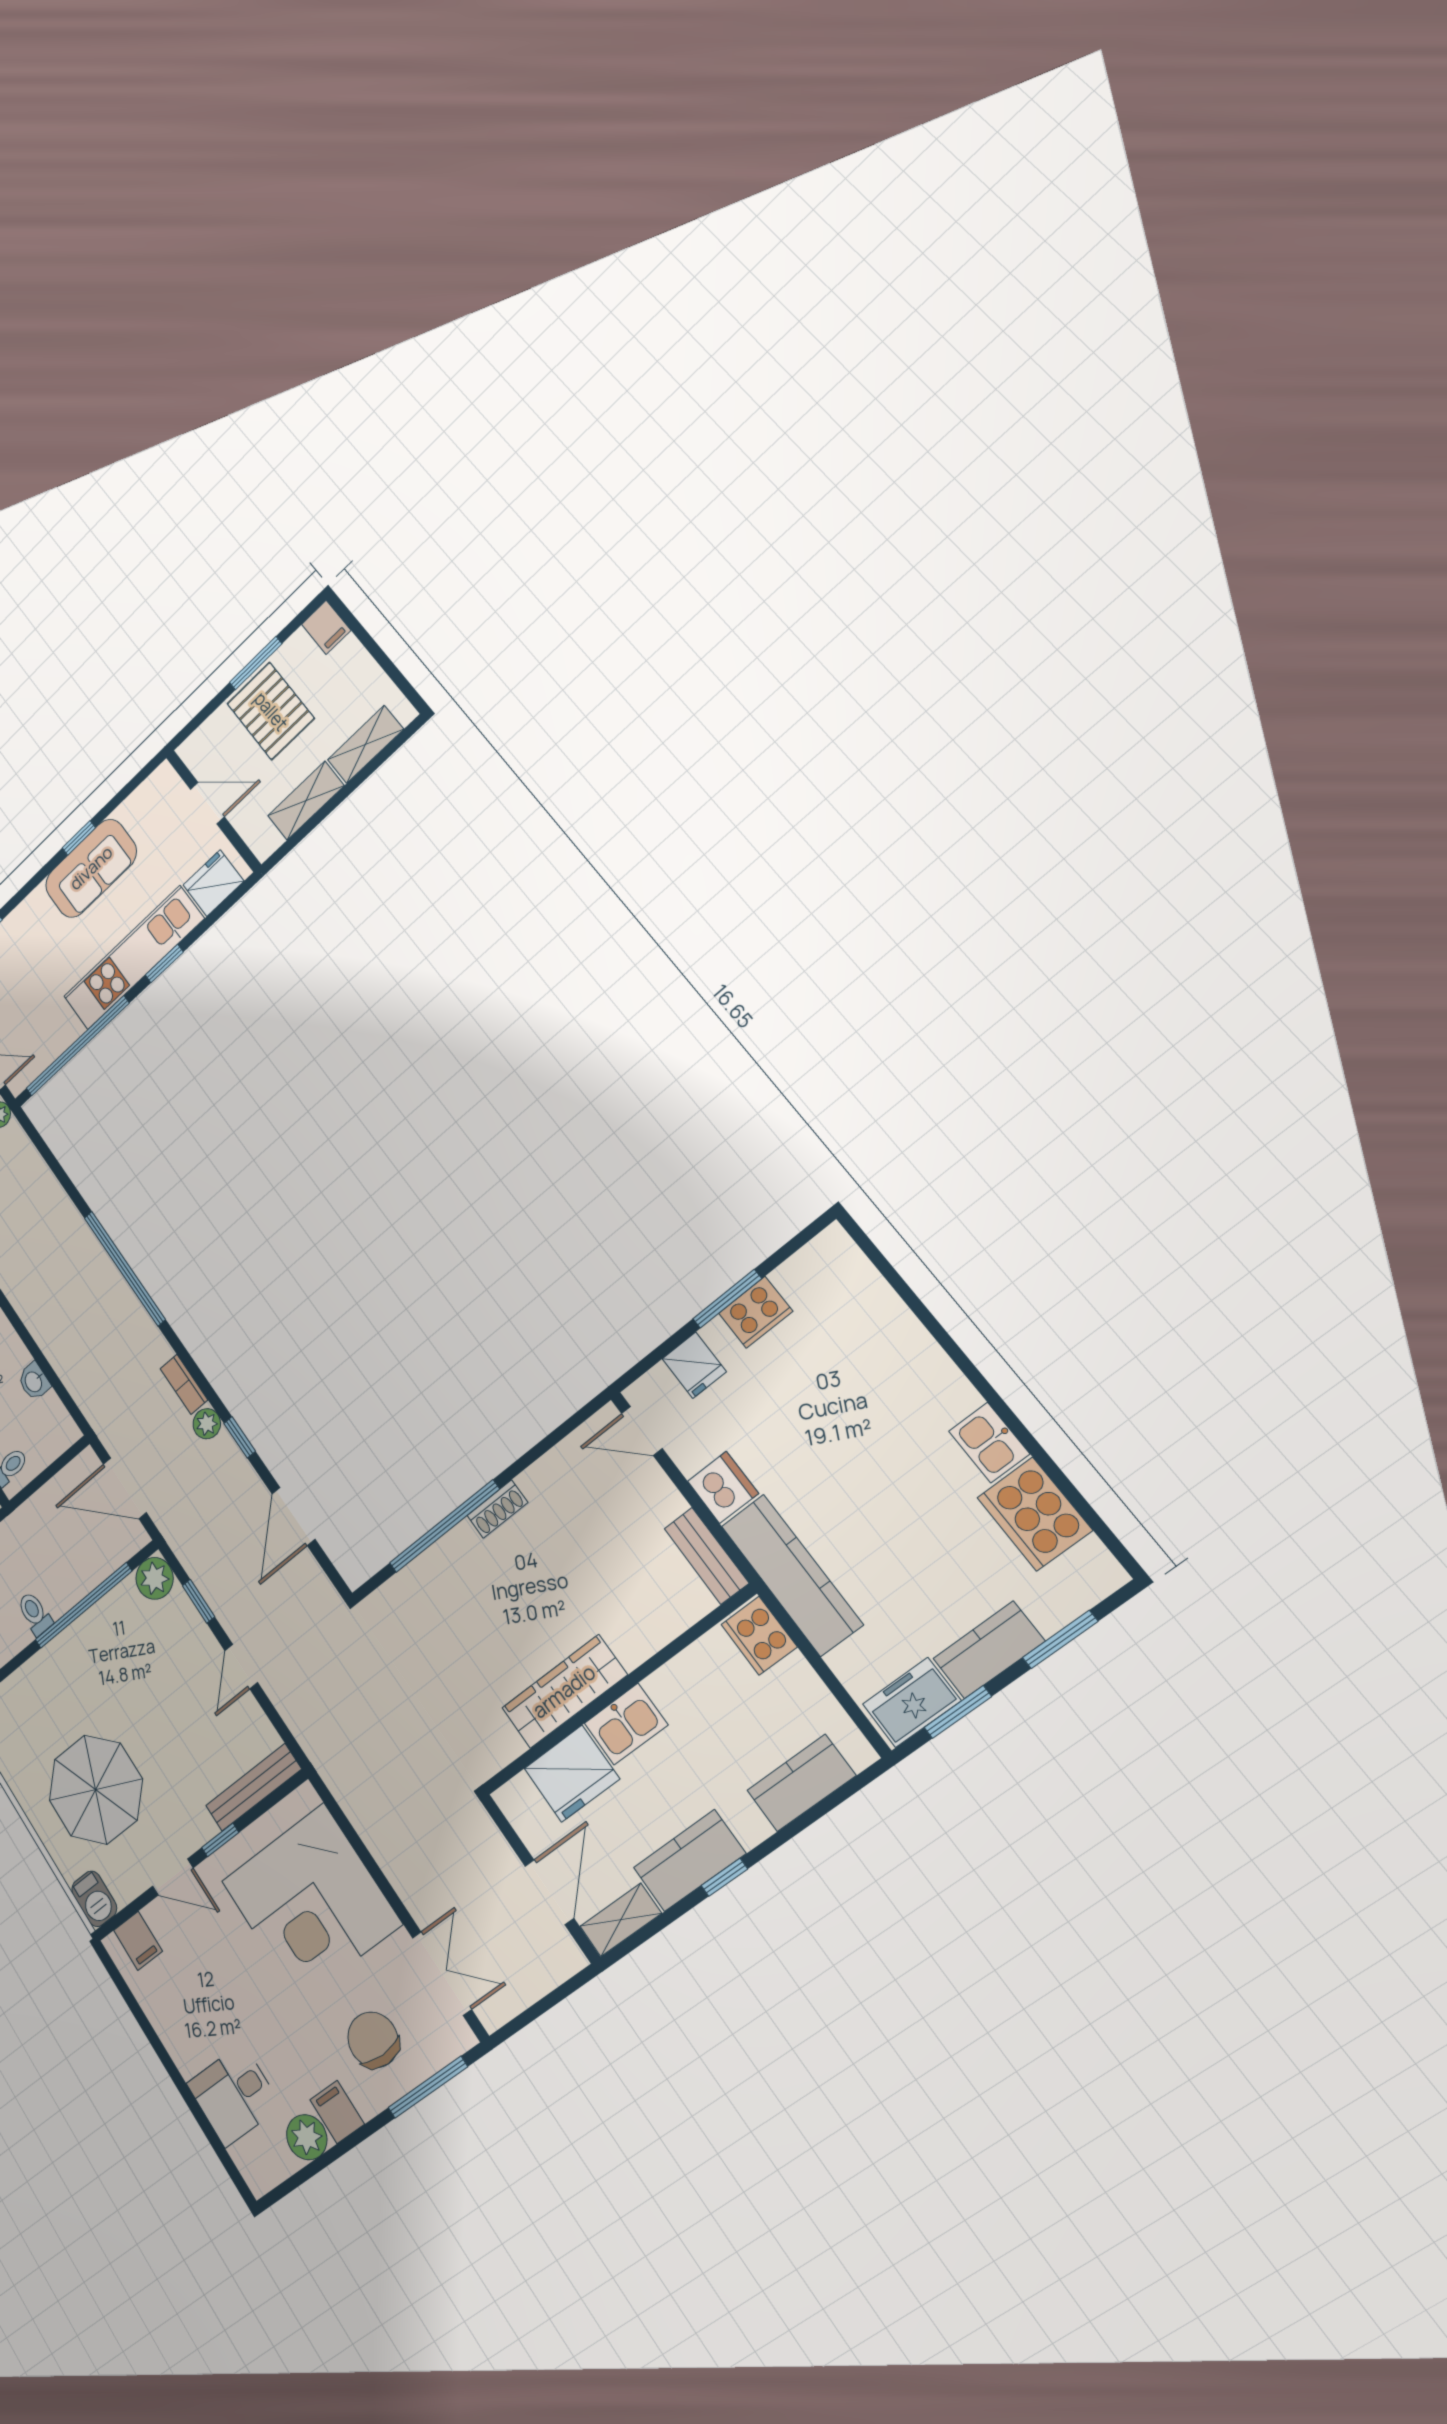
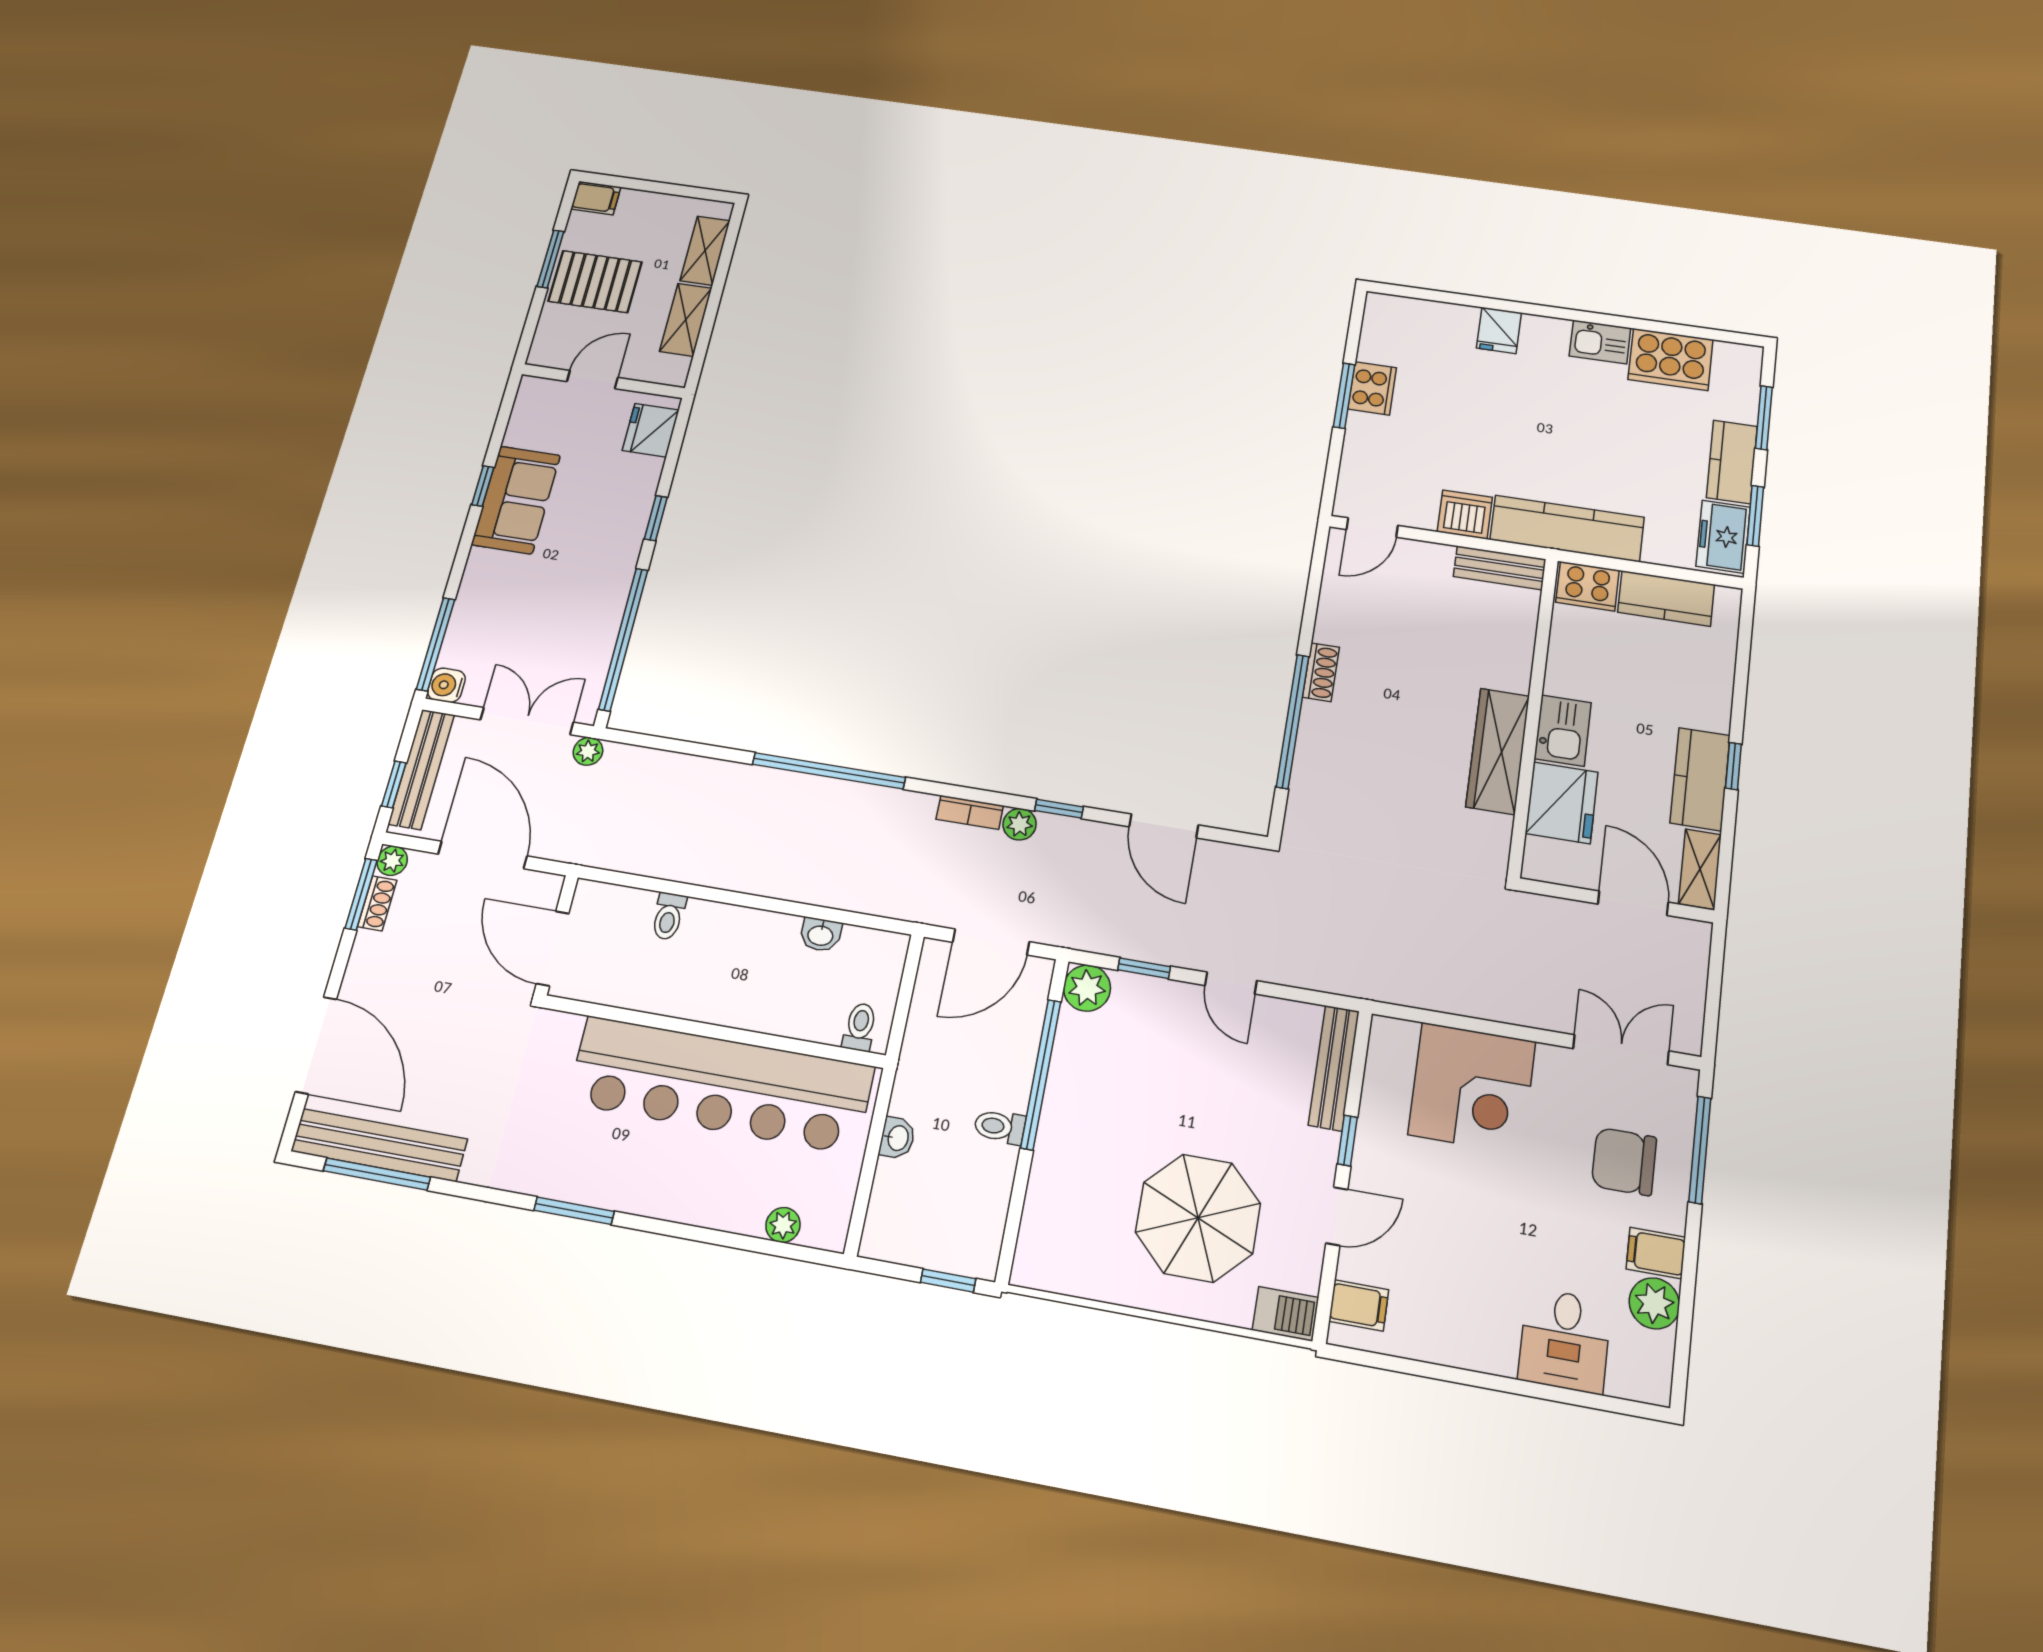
kitchen unit: (133, 958) -> (621, 535), removed
fridge: (694, 1365) -> (1499, 330), moved, turned 90
kitchen counter: (801, 1783) -> (1666, 598), moved, turned -90
corner desk: (311, 1902) -> (1472, 1088), width x0.74, depth x0.74

